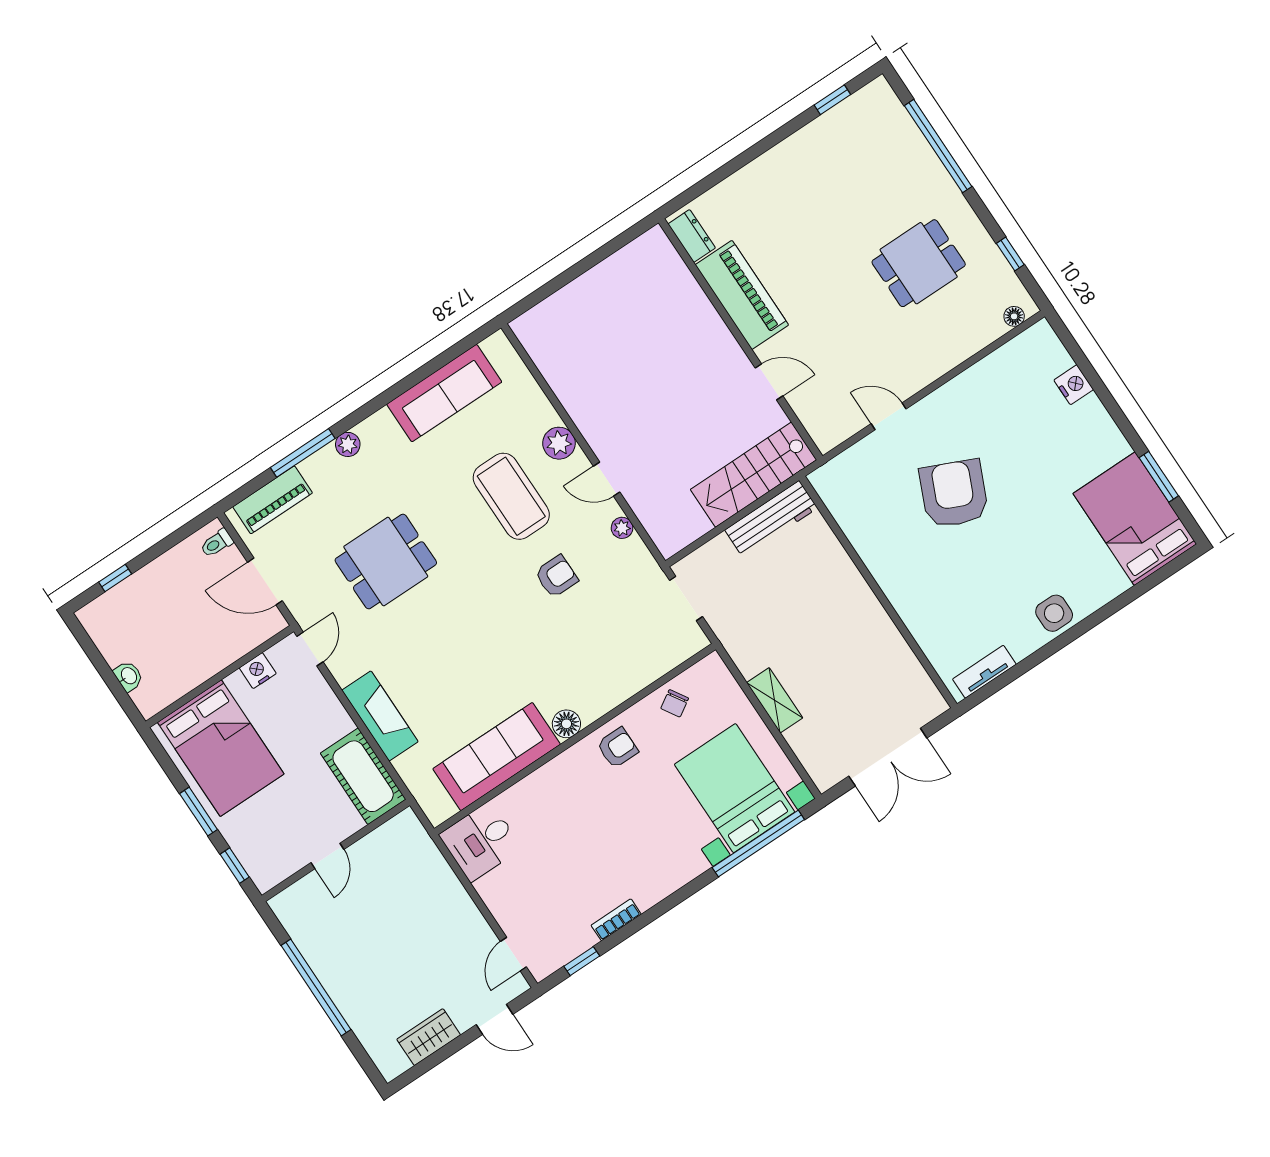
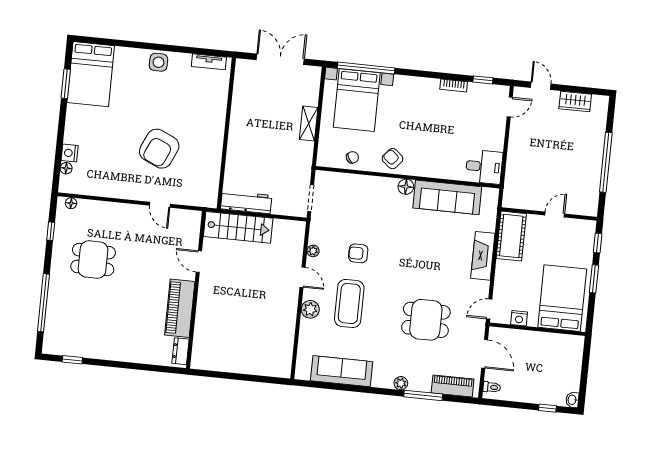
floor lamp: (1061, 360) -> (66, 168), added
washbasin: (128, 676) -> (572, 400), moved
armchair: (617, 748) -> (393, 159), turned 40

